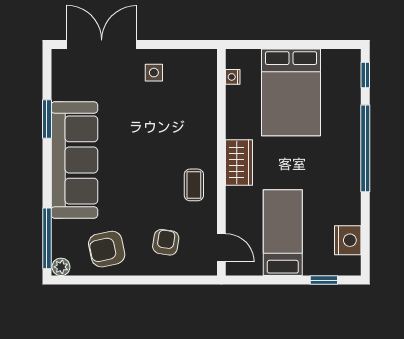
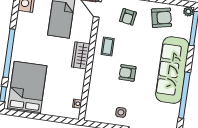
bed: (291, 92) -> (27, 88), moved
window: (47, 119) -> (184, 95), width x2.11
armchair: (152, 144) -> (127, 73), added

